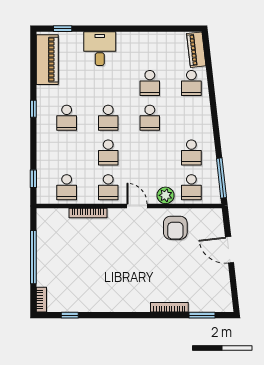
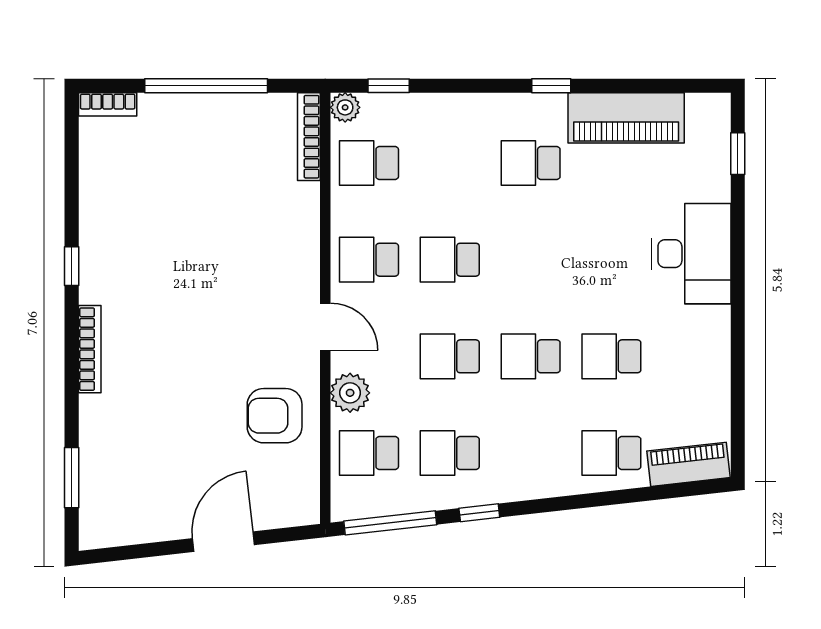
desk: (100, 49) -> (691, 254), width x1.37
piano: (47, 60) -> (626, 118), moved
school desk: (108, 118) -> (450, 356), moved
window: (217, 140) -> (479, 513), added
plant: (43, 197) -> (345, 107), added
door: (137, 206) -> (325, 327), hinge flipped
bookcase: (88, 213) -> (309, 137), moved
bookcase: (169, 307) -> (90, 349), moved
window: (70, 315) -> (72, 266), moved

